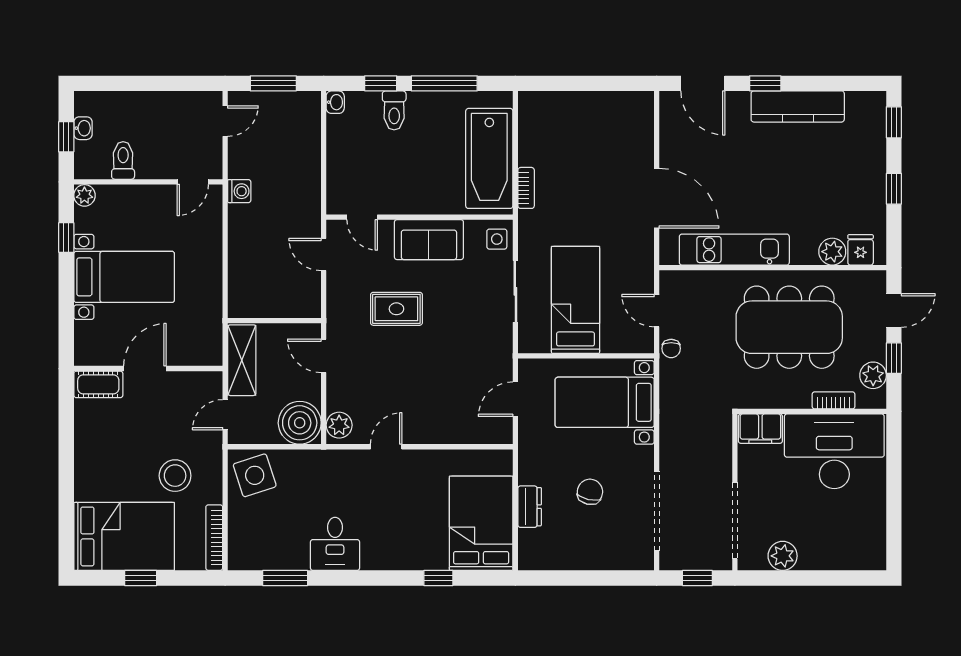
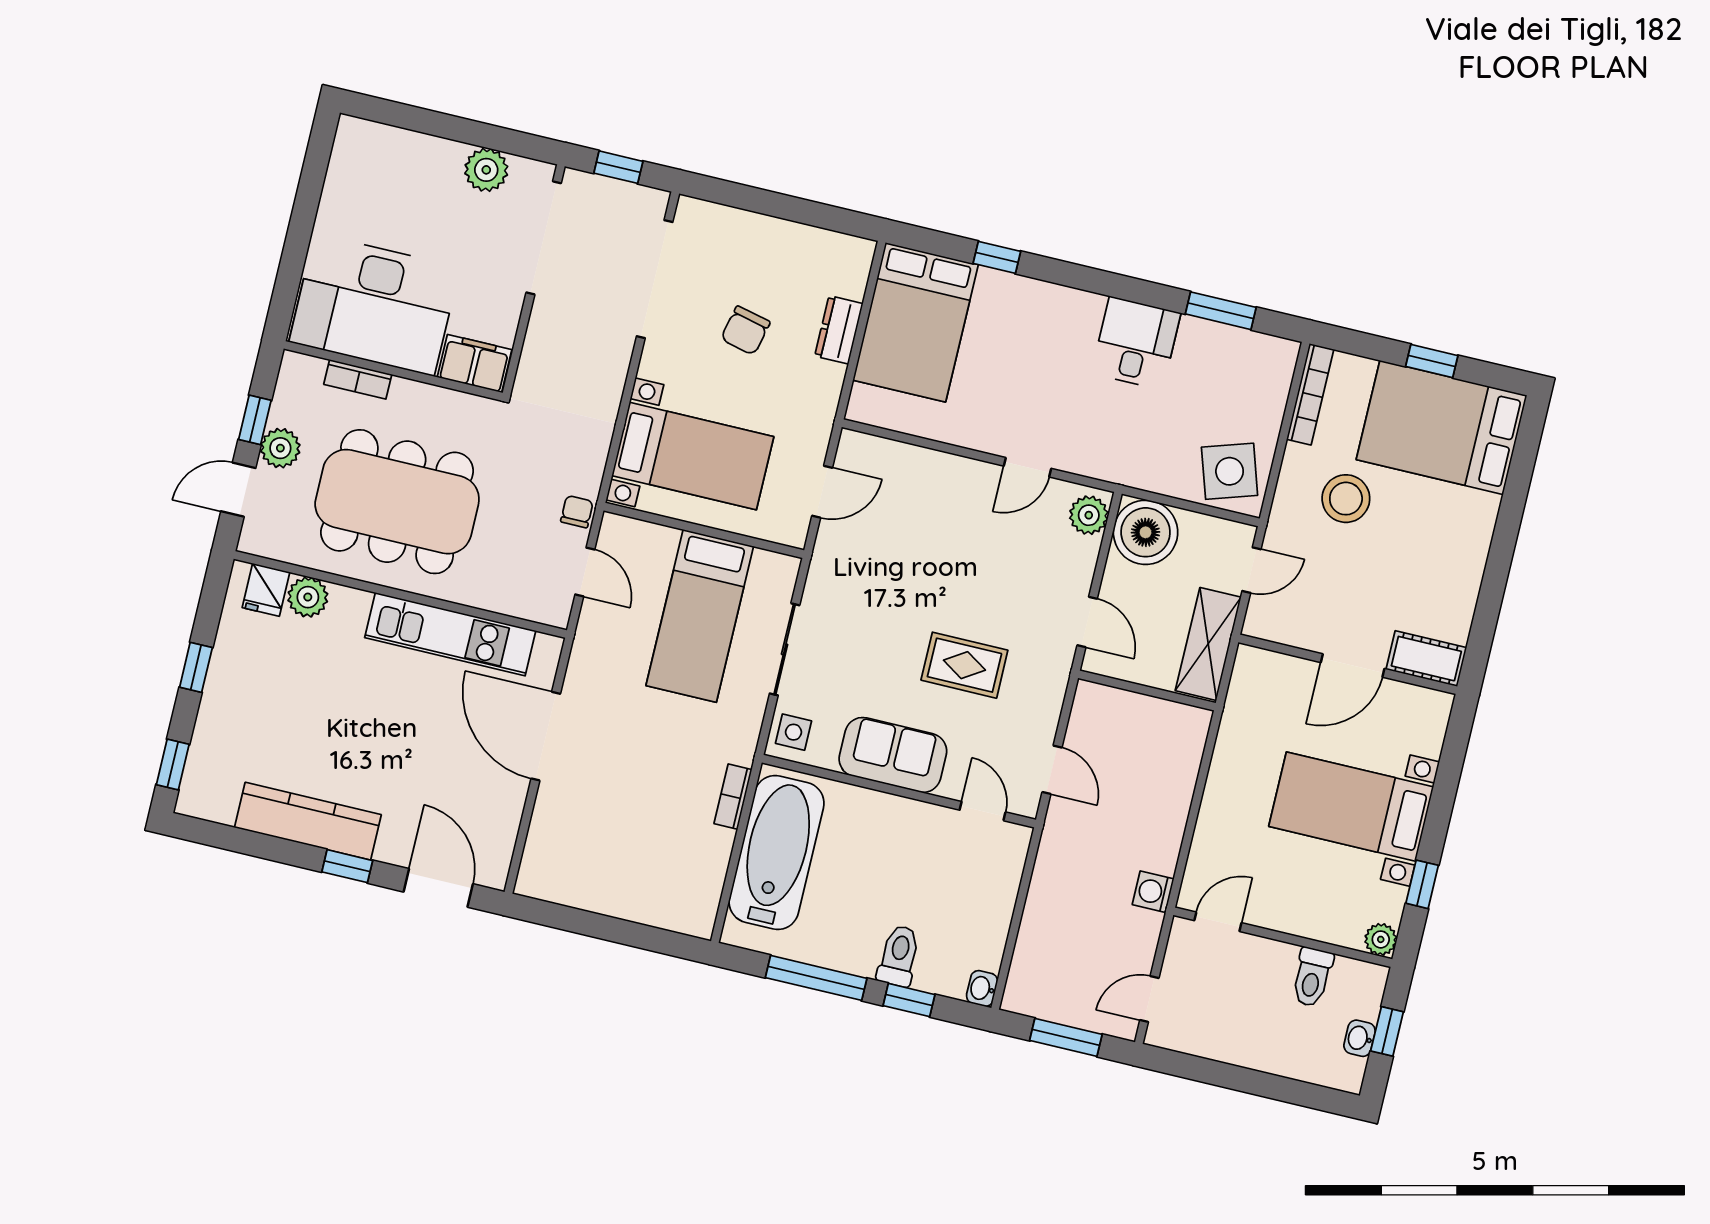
plant: (873, 375) -> (280, 448), moved

